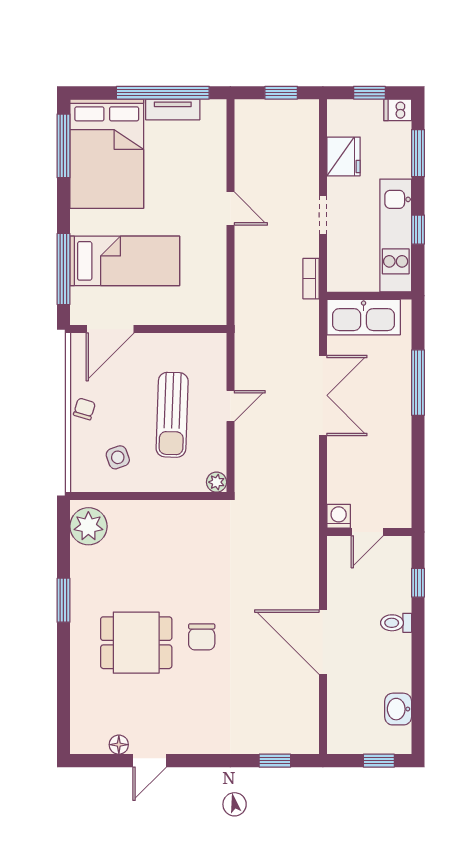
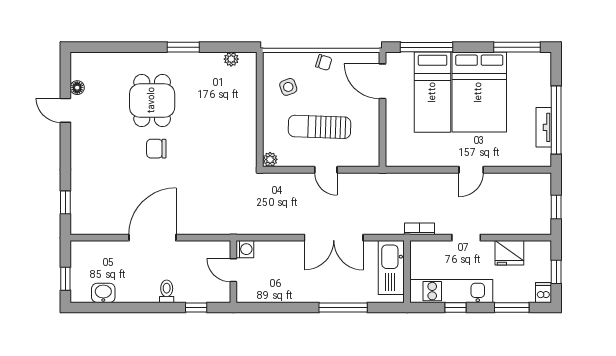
bed: (107, 154) -> (479, 92), moved, turned -90
plant: (88, 526) -> (231, 59), width x0.53, depth x0.53

